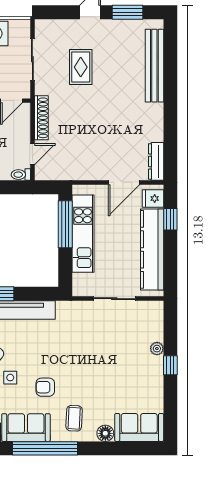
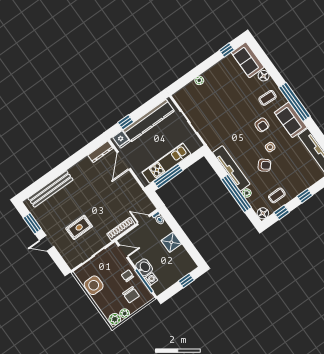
door: (124, 182) -> (124, 161), swing flipped
window: (170, 365) -> (227, 50), moved

